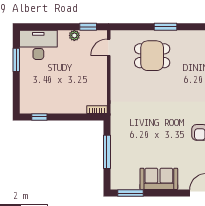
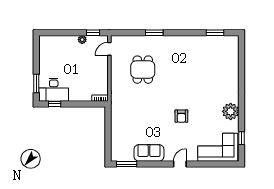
desk: (38, 45) -> (54, 90), moved, turned 180
dining table: (152, 56) -> (143, 70), moved, turned 90
window: (16, 60) -> (36, 84), moved
window: (107, 152) -> (108, 132), removed

